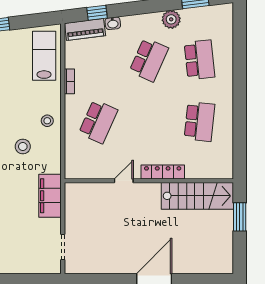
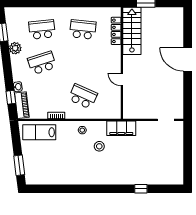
school desk: (149, 60) -> (42, 63), turned -42
locker: (163, 172) -> (116, 31), moved
filing cabinet: (50, 196) -> (121, 128), moved

